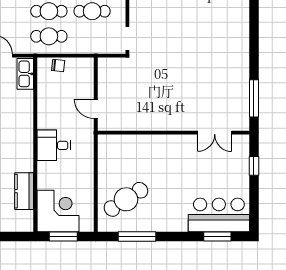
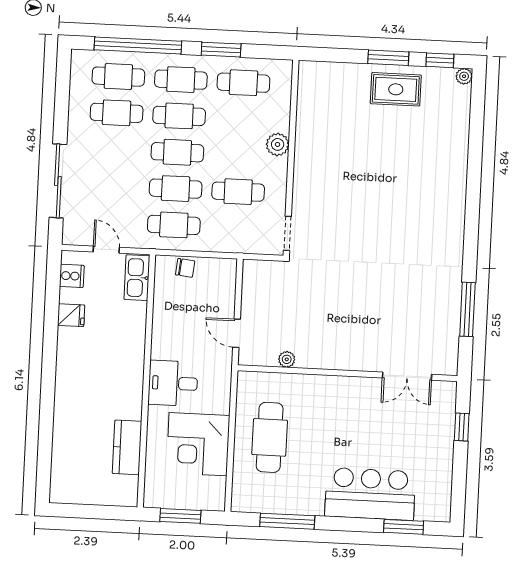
window: (254, 98) -> (467, 309), moved
plant: (131, 125) -> (287, 359), added
cafe table: (126, 199) -> (270, 437), moved, turned -57
corner desk: (58, 211) -> (198, 444), moved, turned 180
bar counter: (219, 215) -> (370, 494), moved

